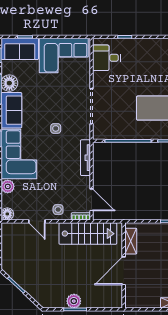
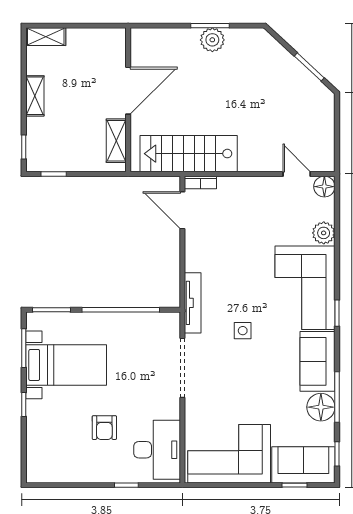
desk: (107, 58) -> (157, 450), width x1.37
armchair: (138, 71) -> (104, 428), added
tv unit: (85, 158) -> (193, 303), moved
side table: (58, 210) -> (239, 194), removed
door: (37, 221) -> (297, 174), moved

